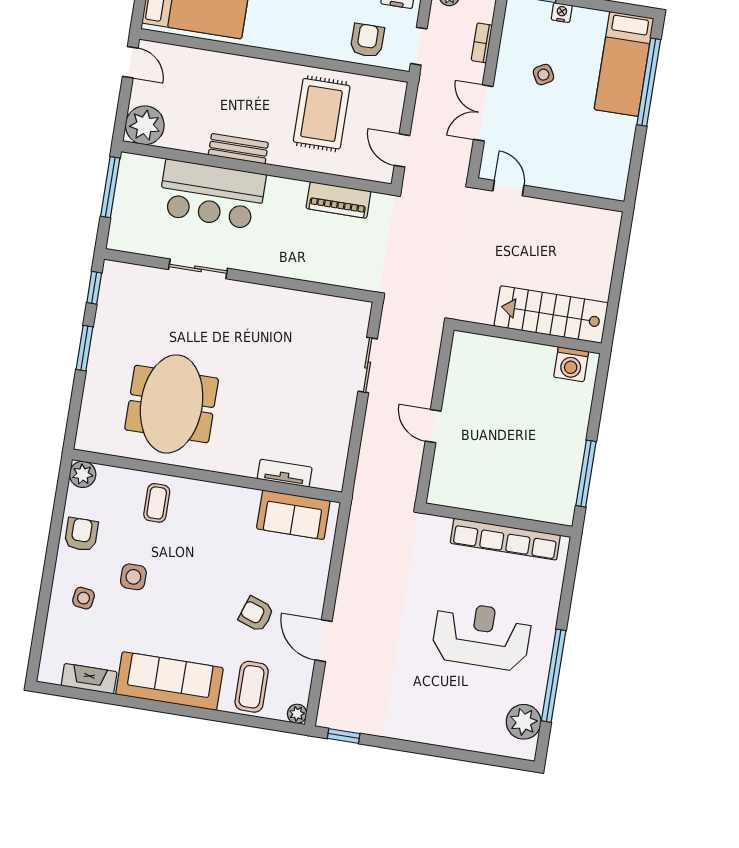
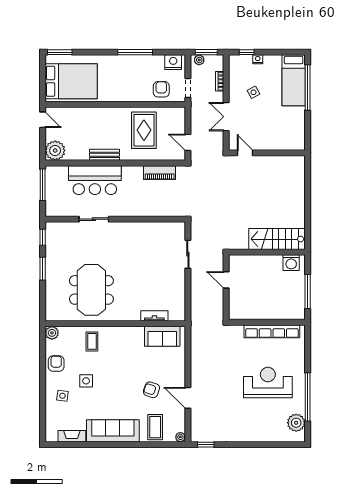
stairs: (551, 314) -> (277, 239), moved
wall: (528, 337) -> (267, 252), moved
washing machine: (571, 364) -> (291, 263), moved

